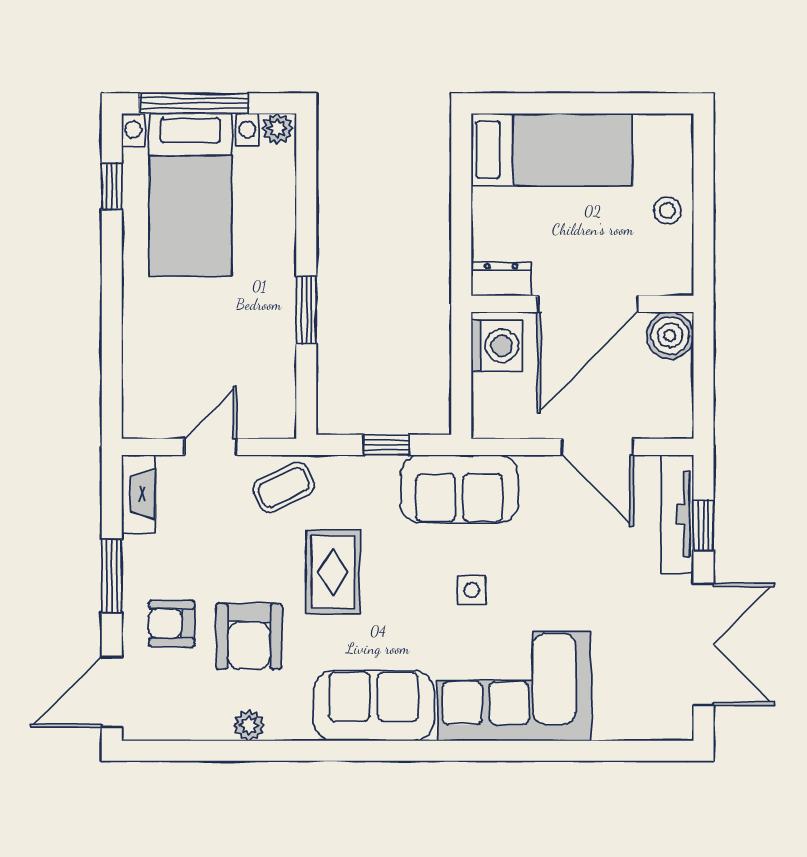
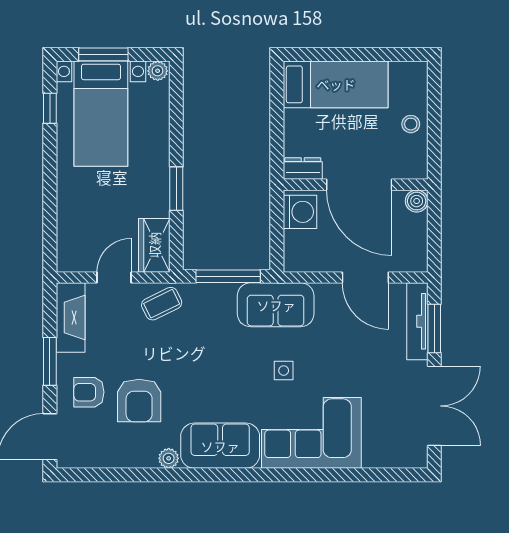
window: (194, 103) -> (103, 54), width x0.69
door: (588, 304) -> (359, 185), hinge flipped
boiler: (670, 335) -> (417, 201), width x0.73, depth x0.73
wardrobe: (272, 397) -> (154, 245), added
window: (386, 445) -> (228, 276), width x2.17
fireplace: (138, 494) -> (71, 317), width x1.37, depth x1.32
window: (703, 525) -> (434, 329), width x1.50
rug: (333, 572) -> (193, 359), removed
plant: (249, 725) -> (169, 458), moved

